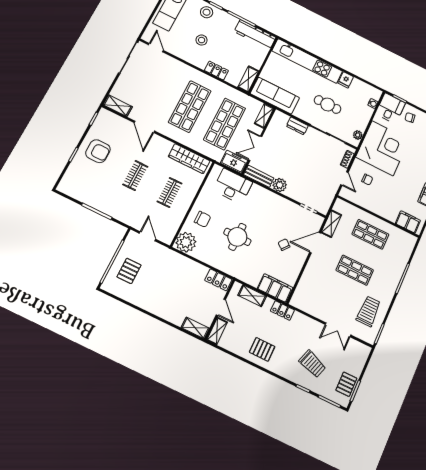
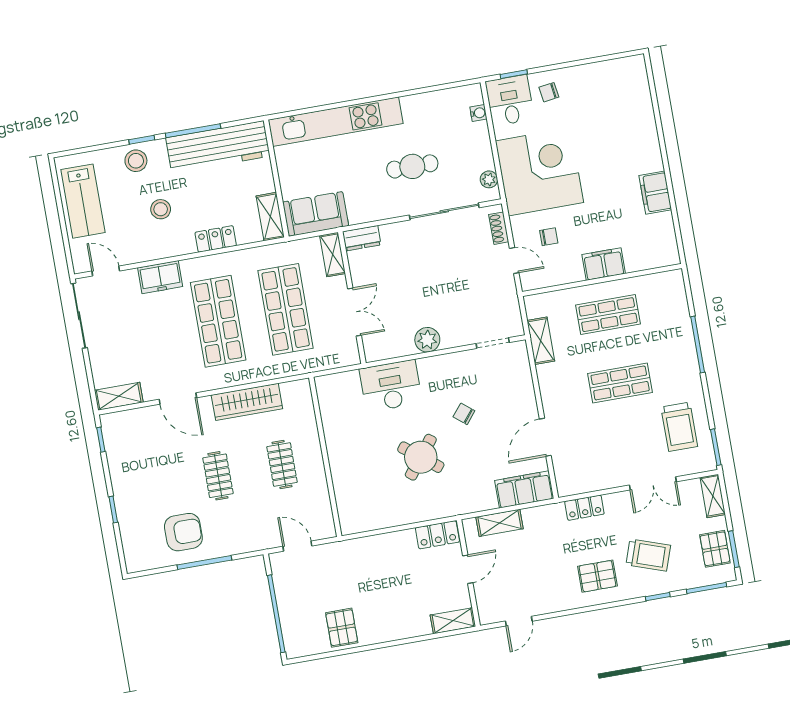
workbench: (255, 35) -> (218, 147), width x1.36, depth x1.32
fridge: (346, 80) -> (413, 107), removed
sofa: (275, 96) -> (316, 214), width x0.73
dresser: (297, 126) -> (362, 238), moved
double door: (255, 148) -> (354, 312), swing flipped
armchair: (98, 151) -> (183, 532), moved
wardrobe: (189, 159) -> (247, 402), moved
freezer: (234, 162) -> (160, 277), moved, turned 180
bench: (259, 176) -> (389, 349), removed
desk: (233, 186) -> (391, 386), moved
chair: (203, 219) -> (355, 468), removed
filing cabinet: (408, 222) -> (604, 264), moved
round table: (237, 237) -> (421, 457), turned 38
plant: (186, 242) -> (355, 516), removed
door: (315, 243) -> (545, 437), moved
chair: (284, 245) -> (464, 414), moved
pallet: (129, 271) -> (342, 628), moved
door: (221, 307) -> (468, 569), hinge flipped
locker: (282, 310) -> (584, 508), moved
trolley: (369, 311) -> (679, 427), turned 180
shelving: (217, 331) -> (713, 496), moved
pallet: (262, 349) -> (597, 576), moved
door: (227, 352) -> (519, 621), added

